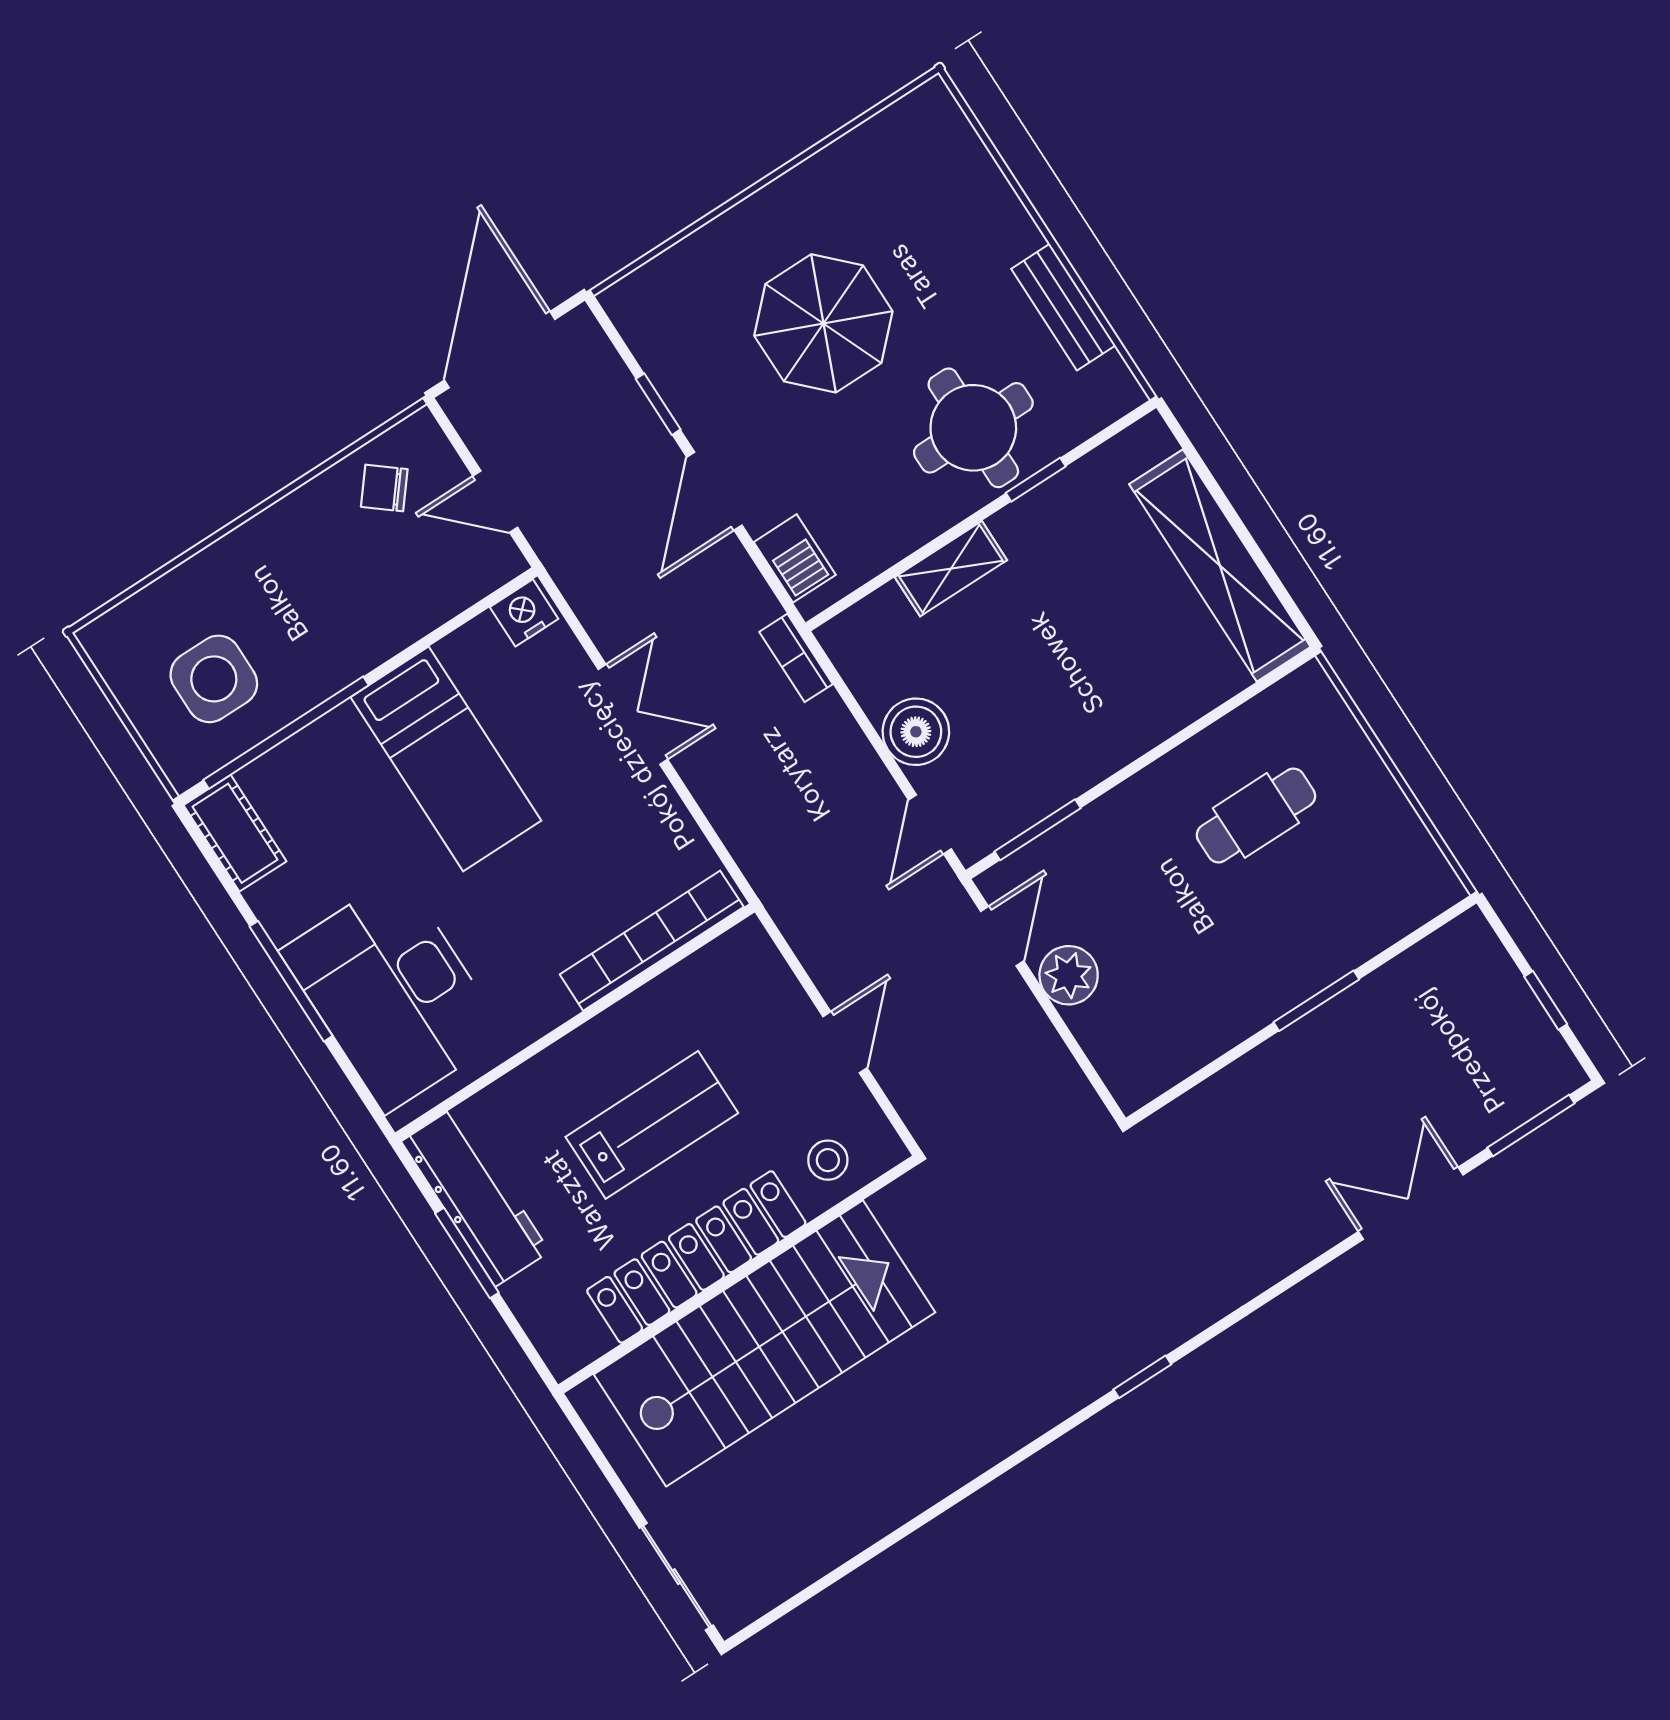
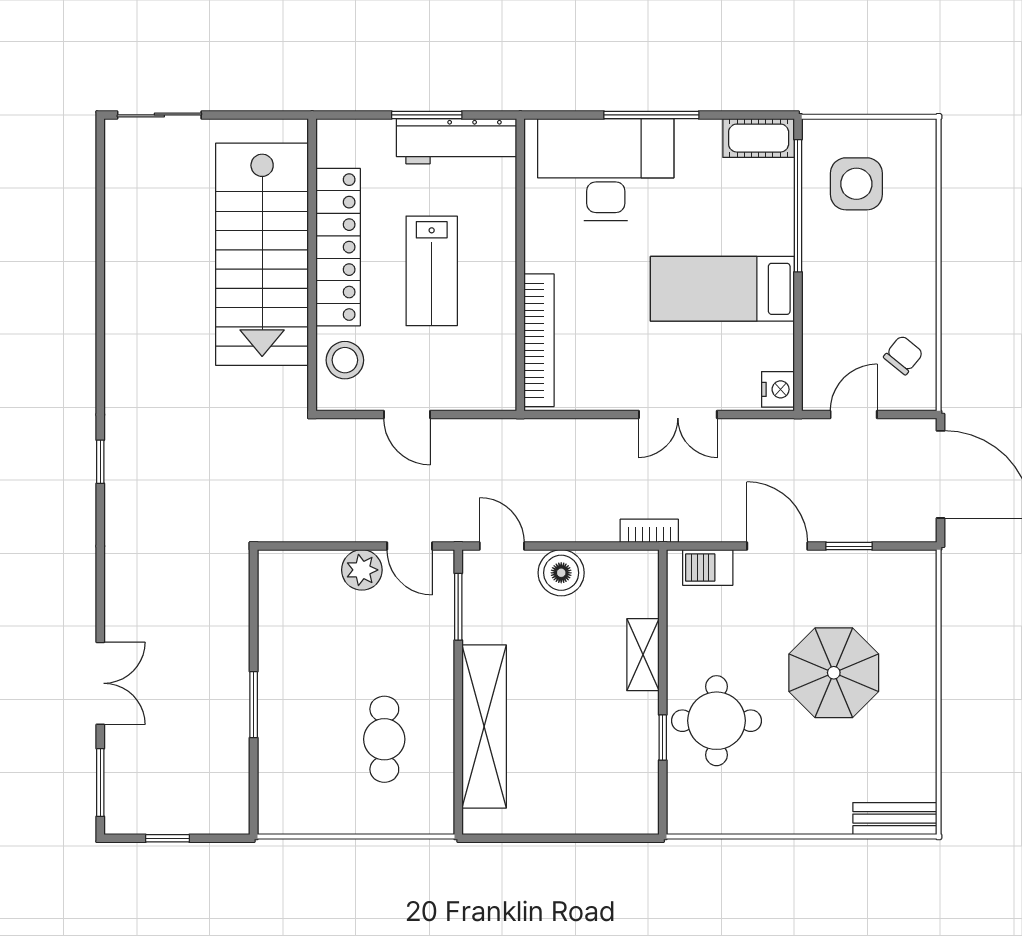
bench: (1063, 307) -> (895, 819), moved
shelving: (1220, 566) -> (484, 726), moved, turned 90
stool: (828, 1160) -> (345, 360), width x1.37, depth x1.37

